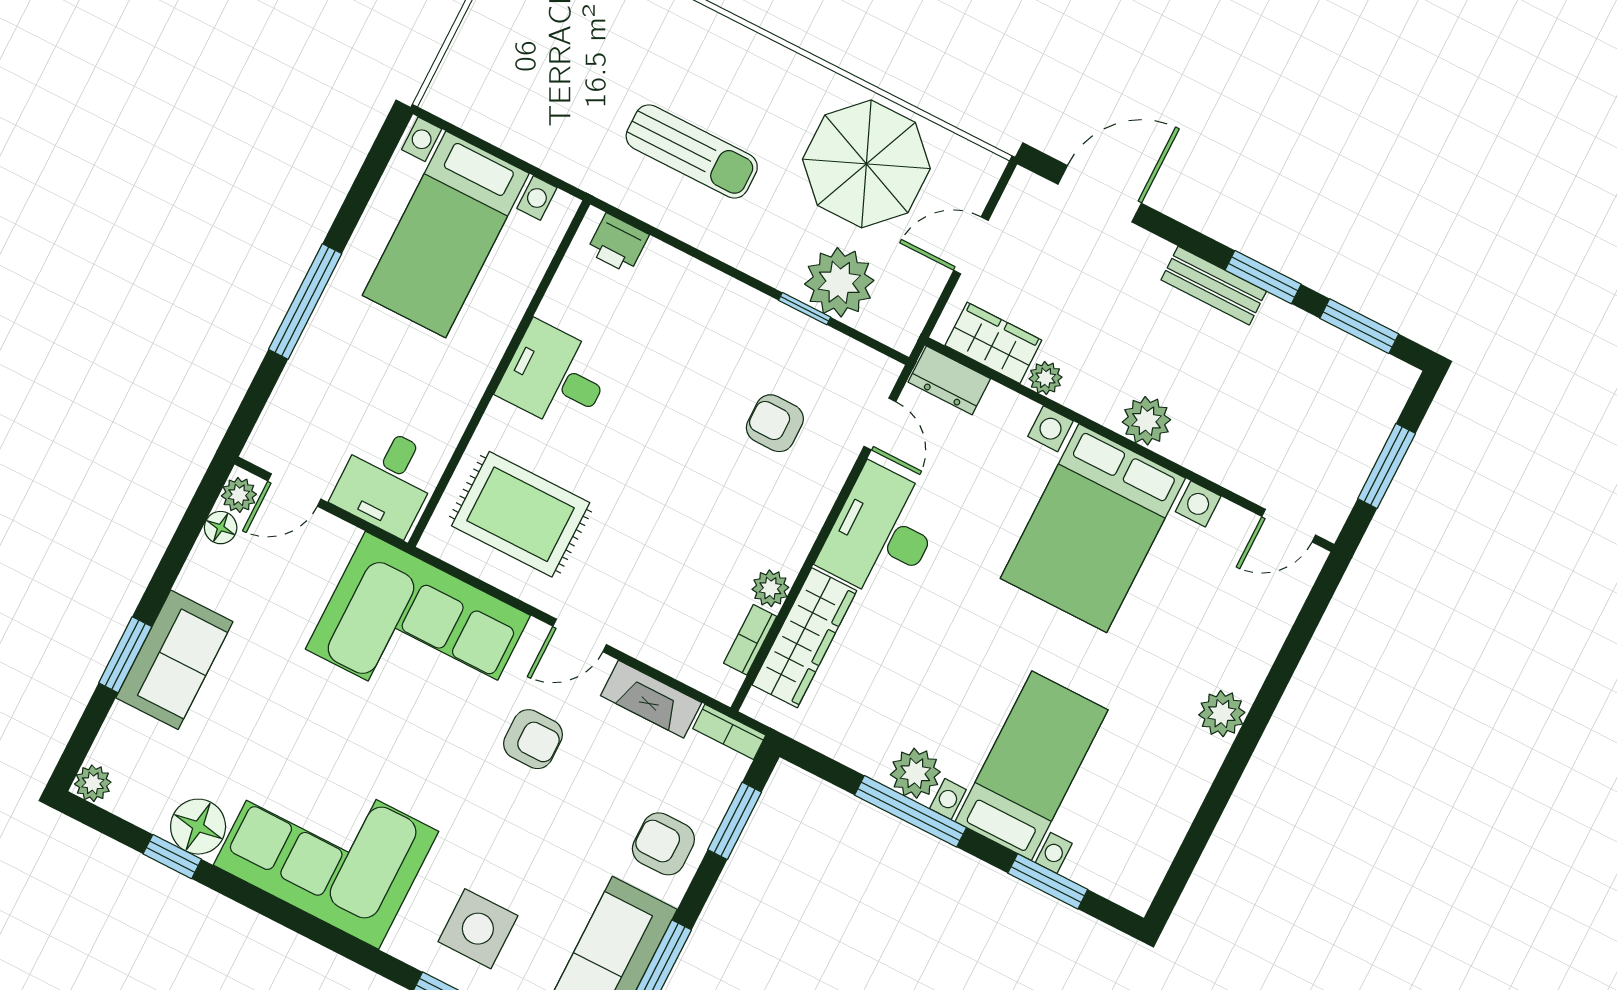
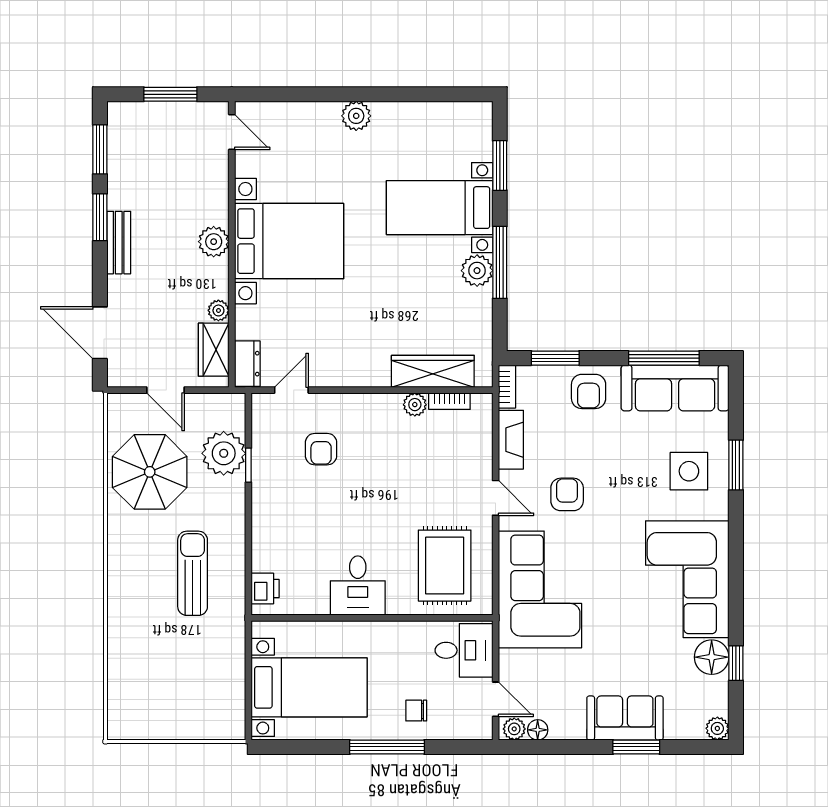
chair: (336, 369) -> (416, 711), added
desk: (882, 533) -> (352, 358), removed

